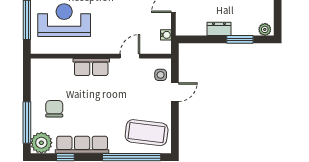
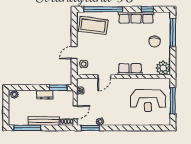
window: (240, 39) -> (58, 88), moved
plant: (41, 143) -> (163, 68), moved

